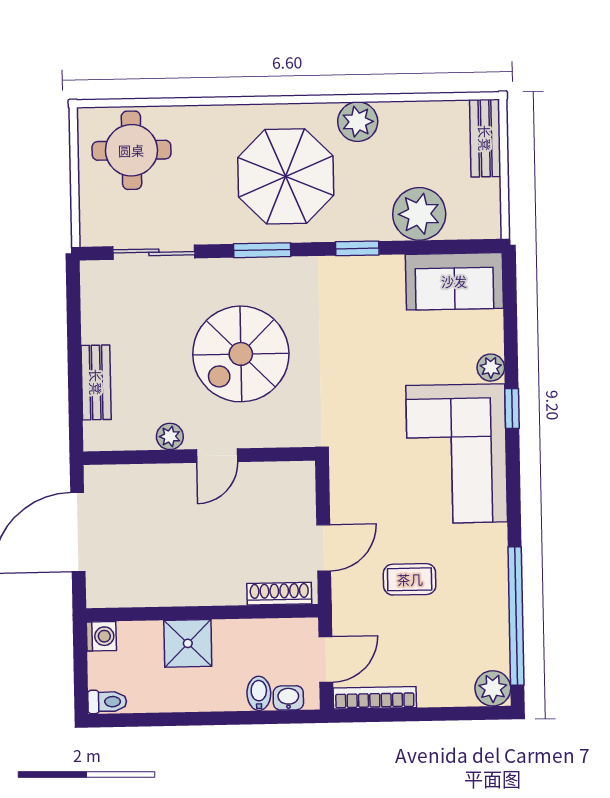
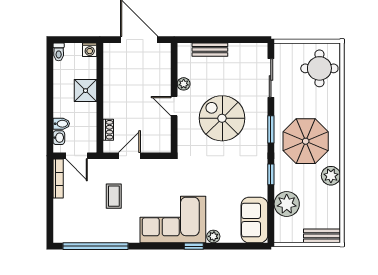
door: (324, 548) -> (129, 156), swing flipped
shoe rack: (279, 594) -> (108, 130), width x0.70
plant: (493, 688) -> (61, 235), removed

